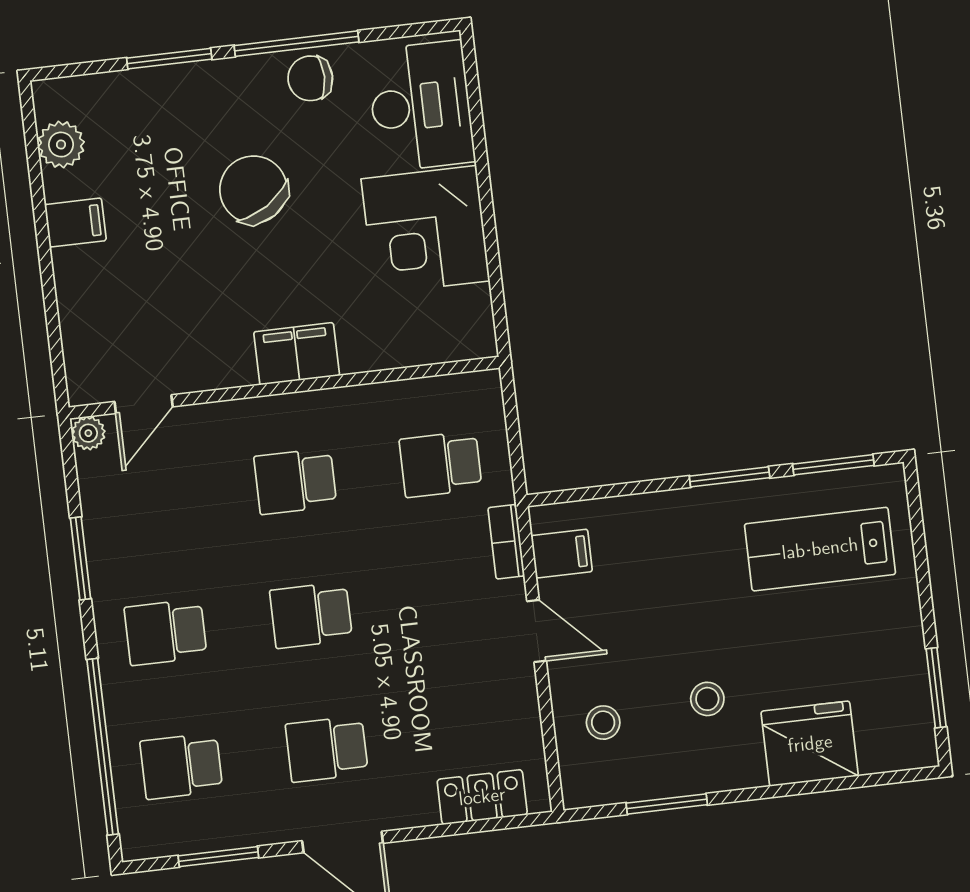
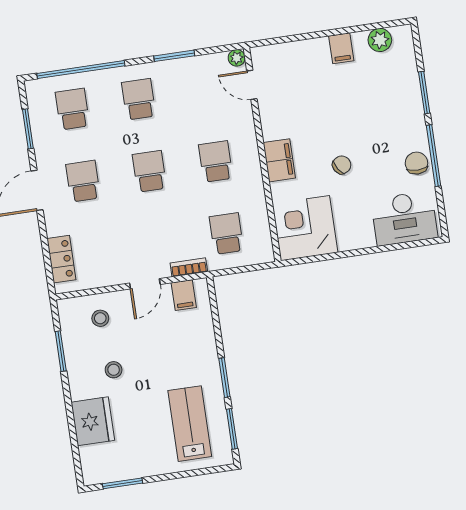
chair: (253, 190) -> (342, 165), moved, width x0.54, depth x0.54
corner desk: (425, 230) -> (305, 228), moved

